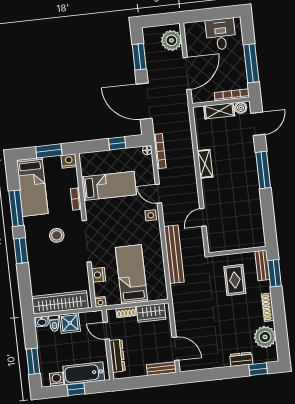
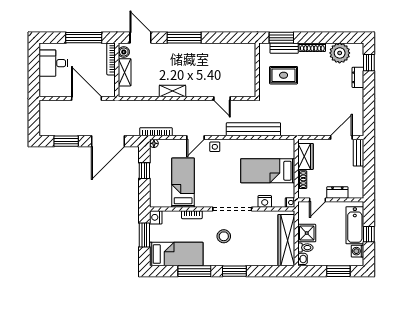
plant: (171, 40) -> (54, 110), removed
bench: (262, 265) -> (284, 48), moved
dresser: (117, 356) -> (337, 192), width x0.70

